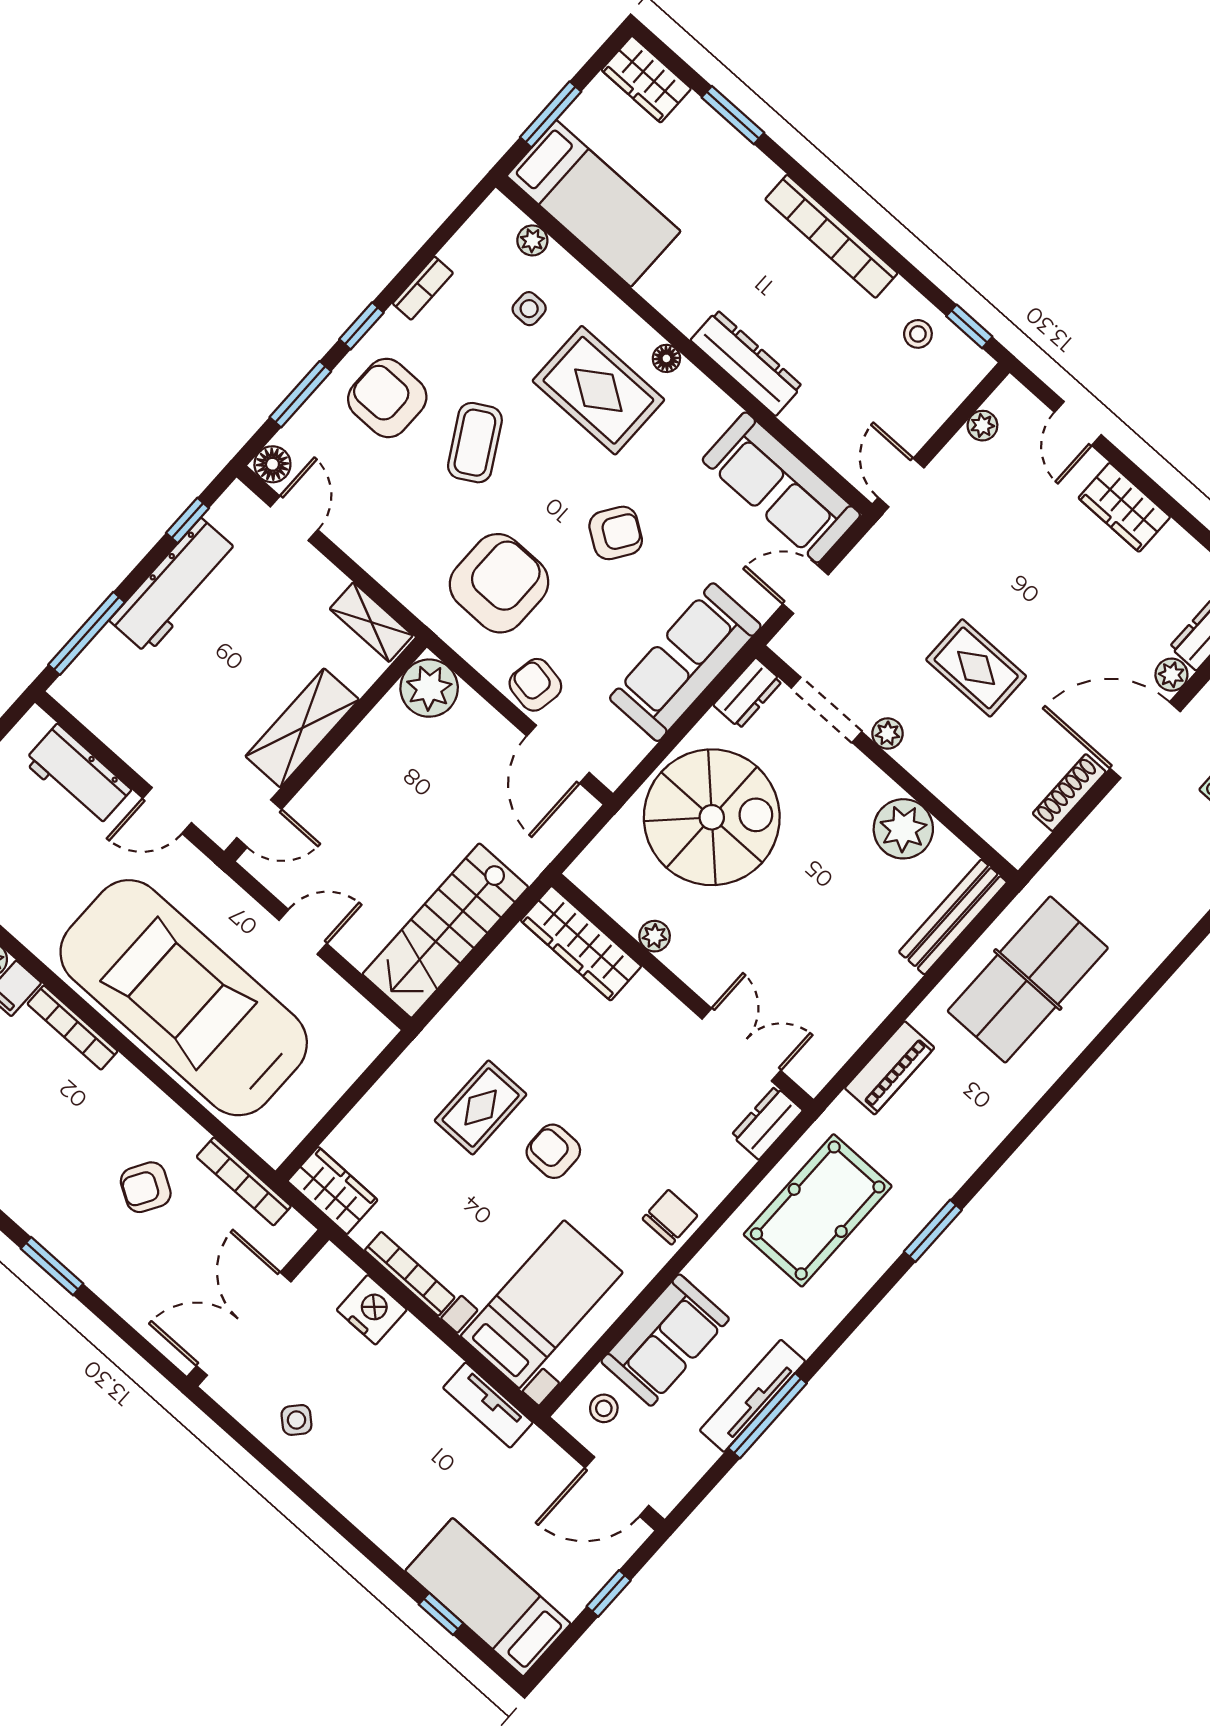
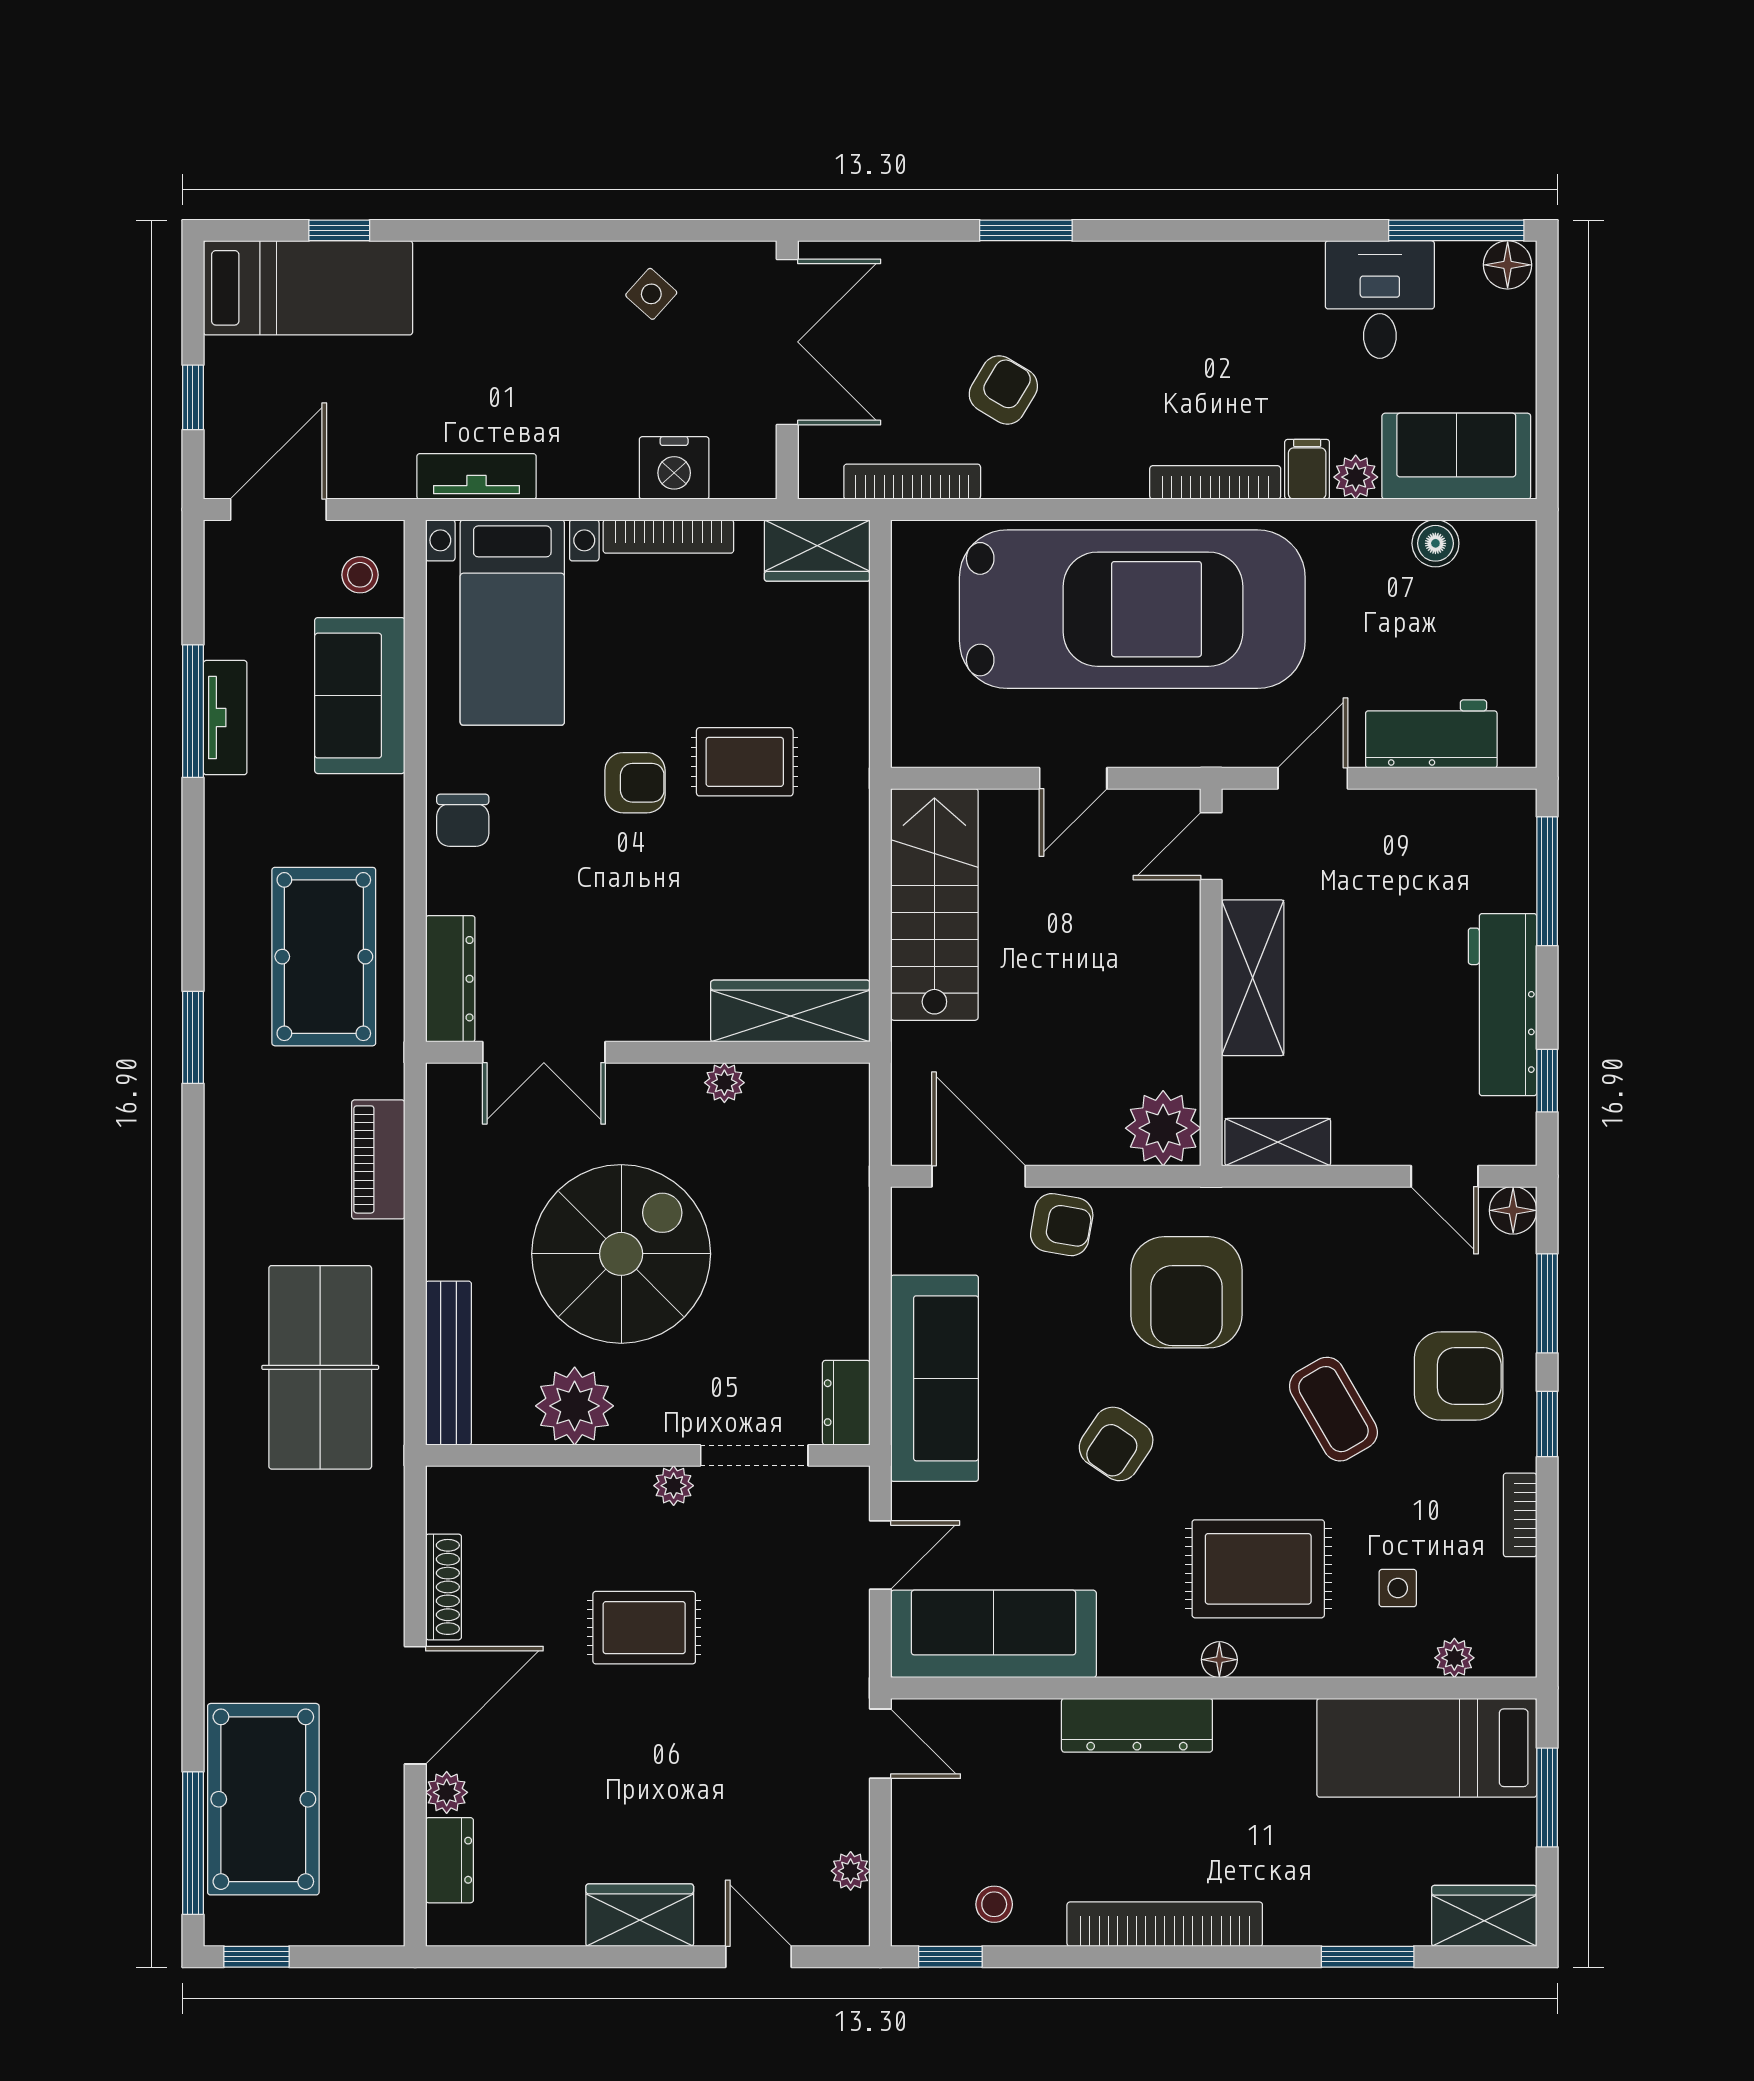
spiral stairs: (712, 817) -> (621, 1254), moved, turned 180
rug: (481, 1108) -> (745, 762), turned 90
dresser: (767, 1123) -> (450, 979), width x1.44
tv unit: (753, 1396) -> (225, 718), width x0.71

